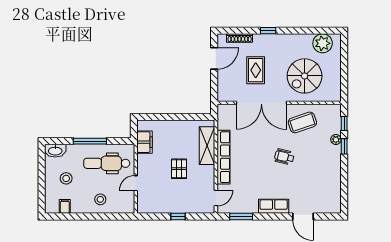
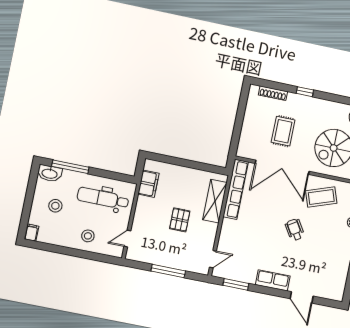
door: (214, 58) -> (241, 109), removed
window: (90, 141) -> (70, 167), moved
row of seats: (224, 157) -> (236, 189), moved
wheelchair: (284, 157) -> (295, 230), turned 44
door: (136, 183) -> (127, 239), moved
filing cabinet: (65, 206) -> (31, 233), moved
window: (178, 216) -> (168, 271), width x2.17

